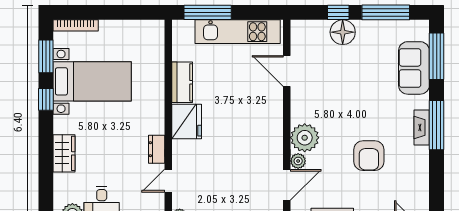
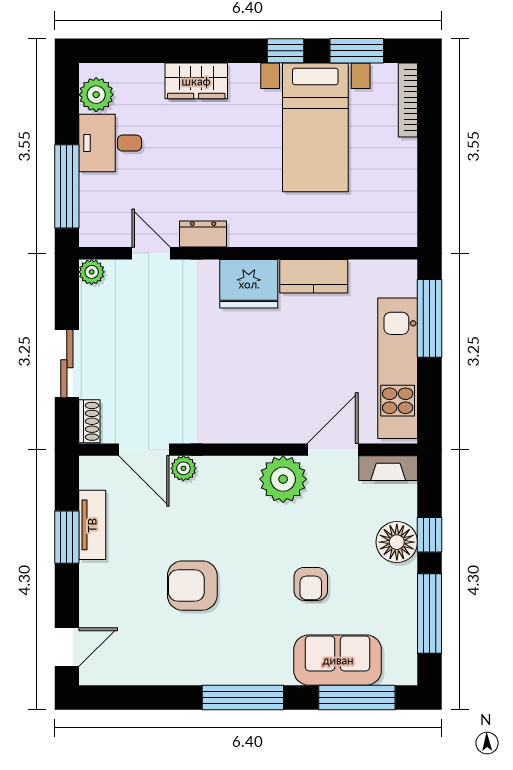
armchair: (368, 84) -> (311, 584), added
fireplace: (422, 128) -> (388, 468), moved, turned 180
plant: (305, 138) -> (283, 479), moved

